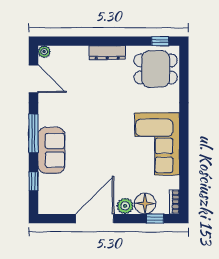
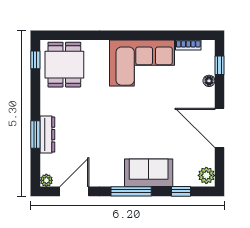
window: (88, 41) -> (35, 134), added
dresser: (107, 53) -> (47, 135), moved
bookcase: (175, 202) -> (188, 45), moved
floor lamp: (145, 203) -> (209, 81), width x0.53, depth x0.53
plant: (125, 206) -> (206, 175), moved

